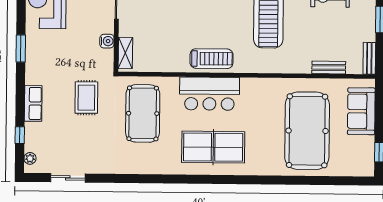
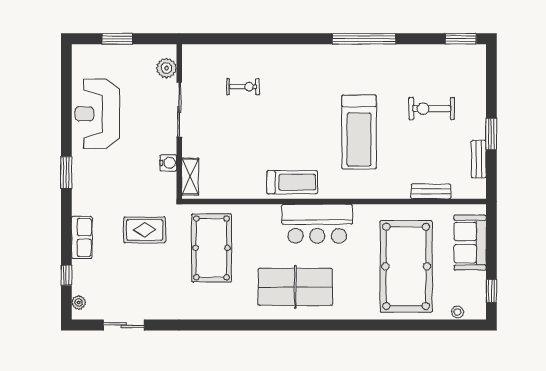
bench: (369, 58) -> (479, 159), moved
bar counter: (210, 94) -> (317, 224), moved
rug: (86, 98) -> (145, 230), turned 90
stool: (350, 170) -> (457, 312), added

